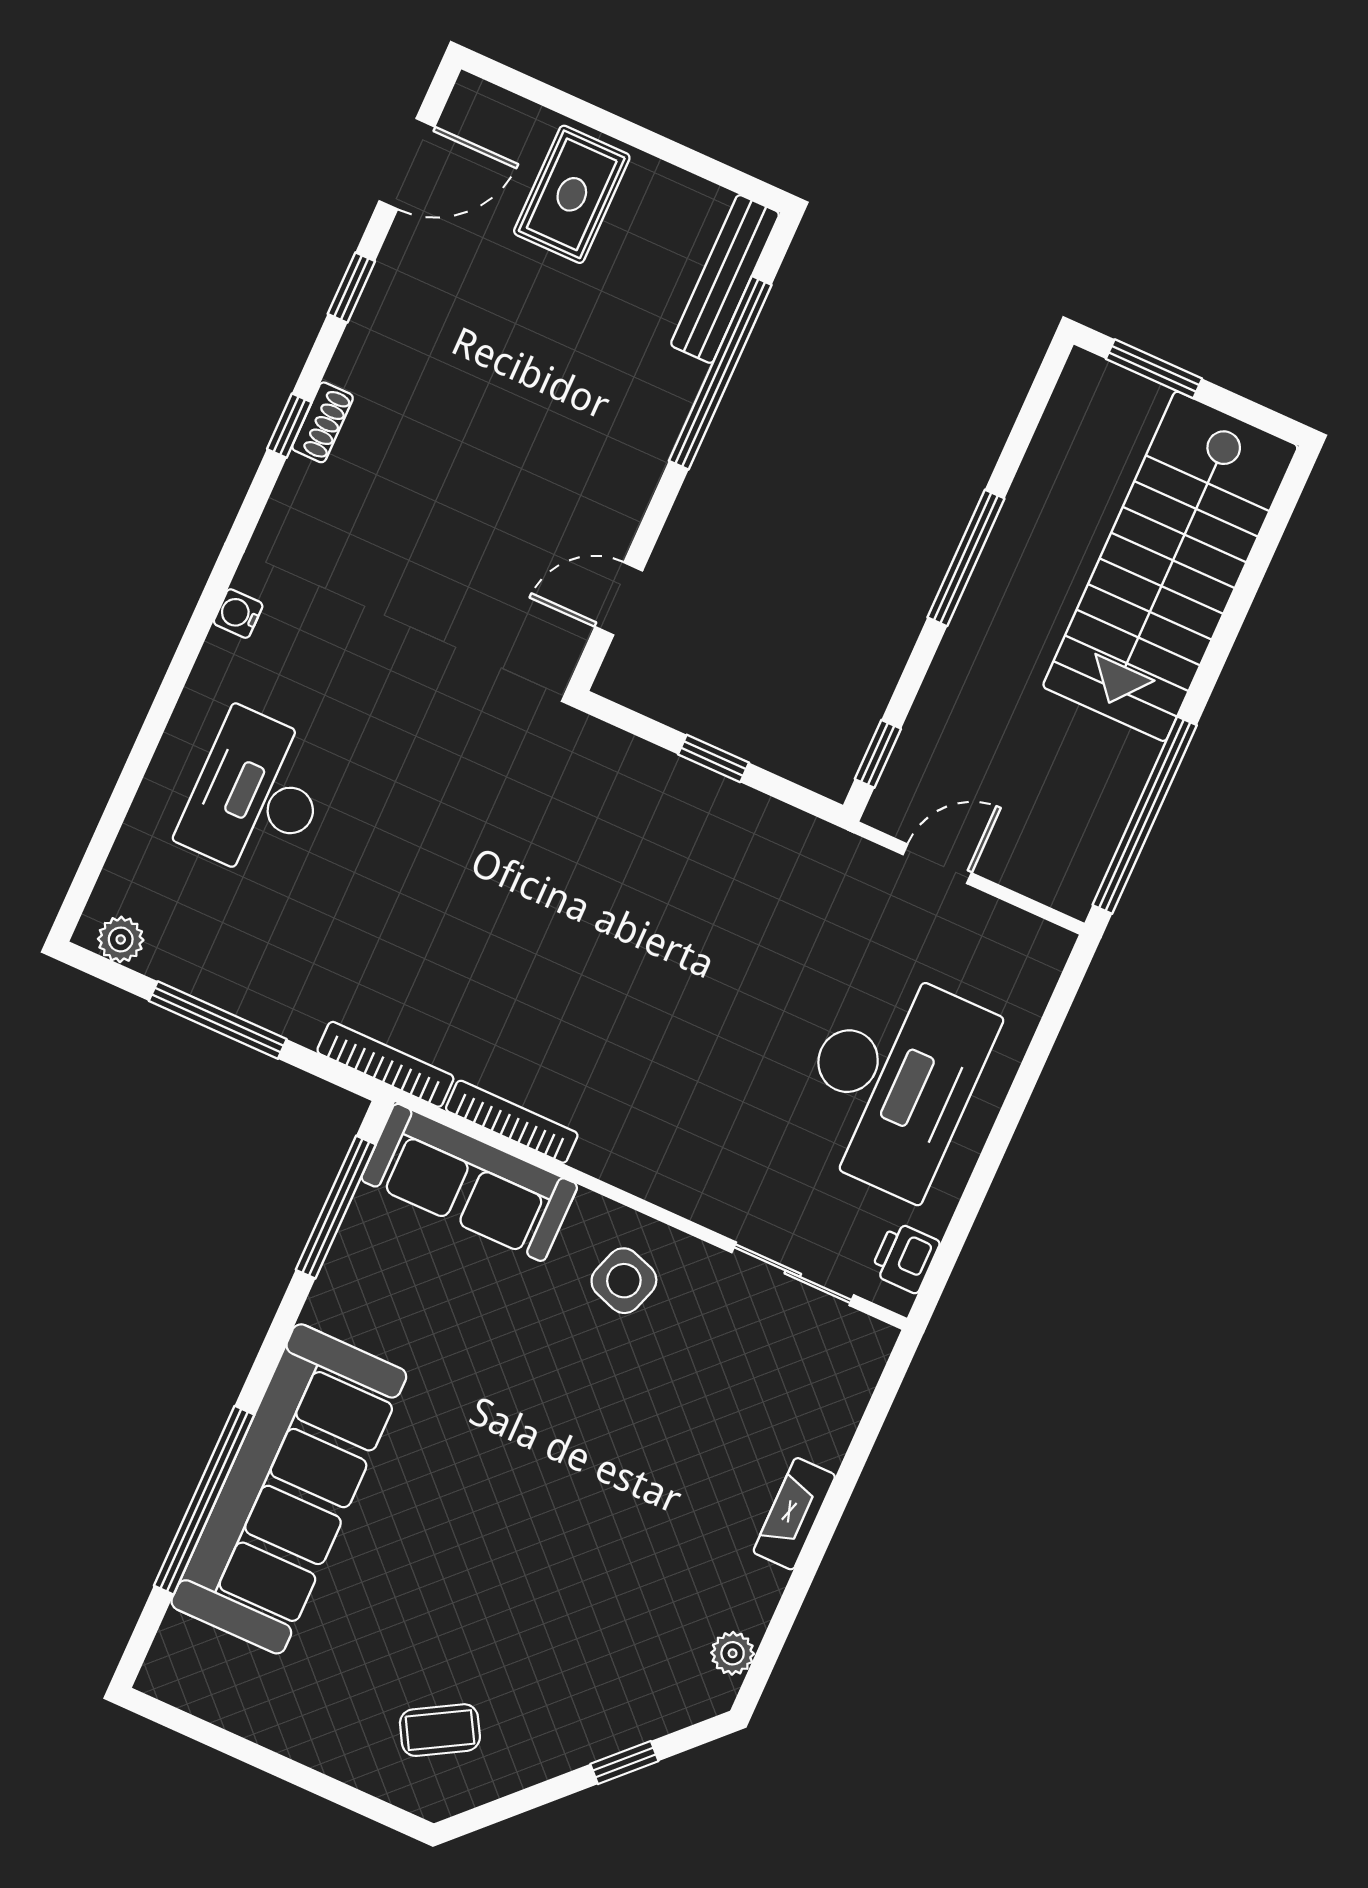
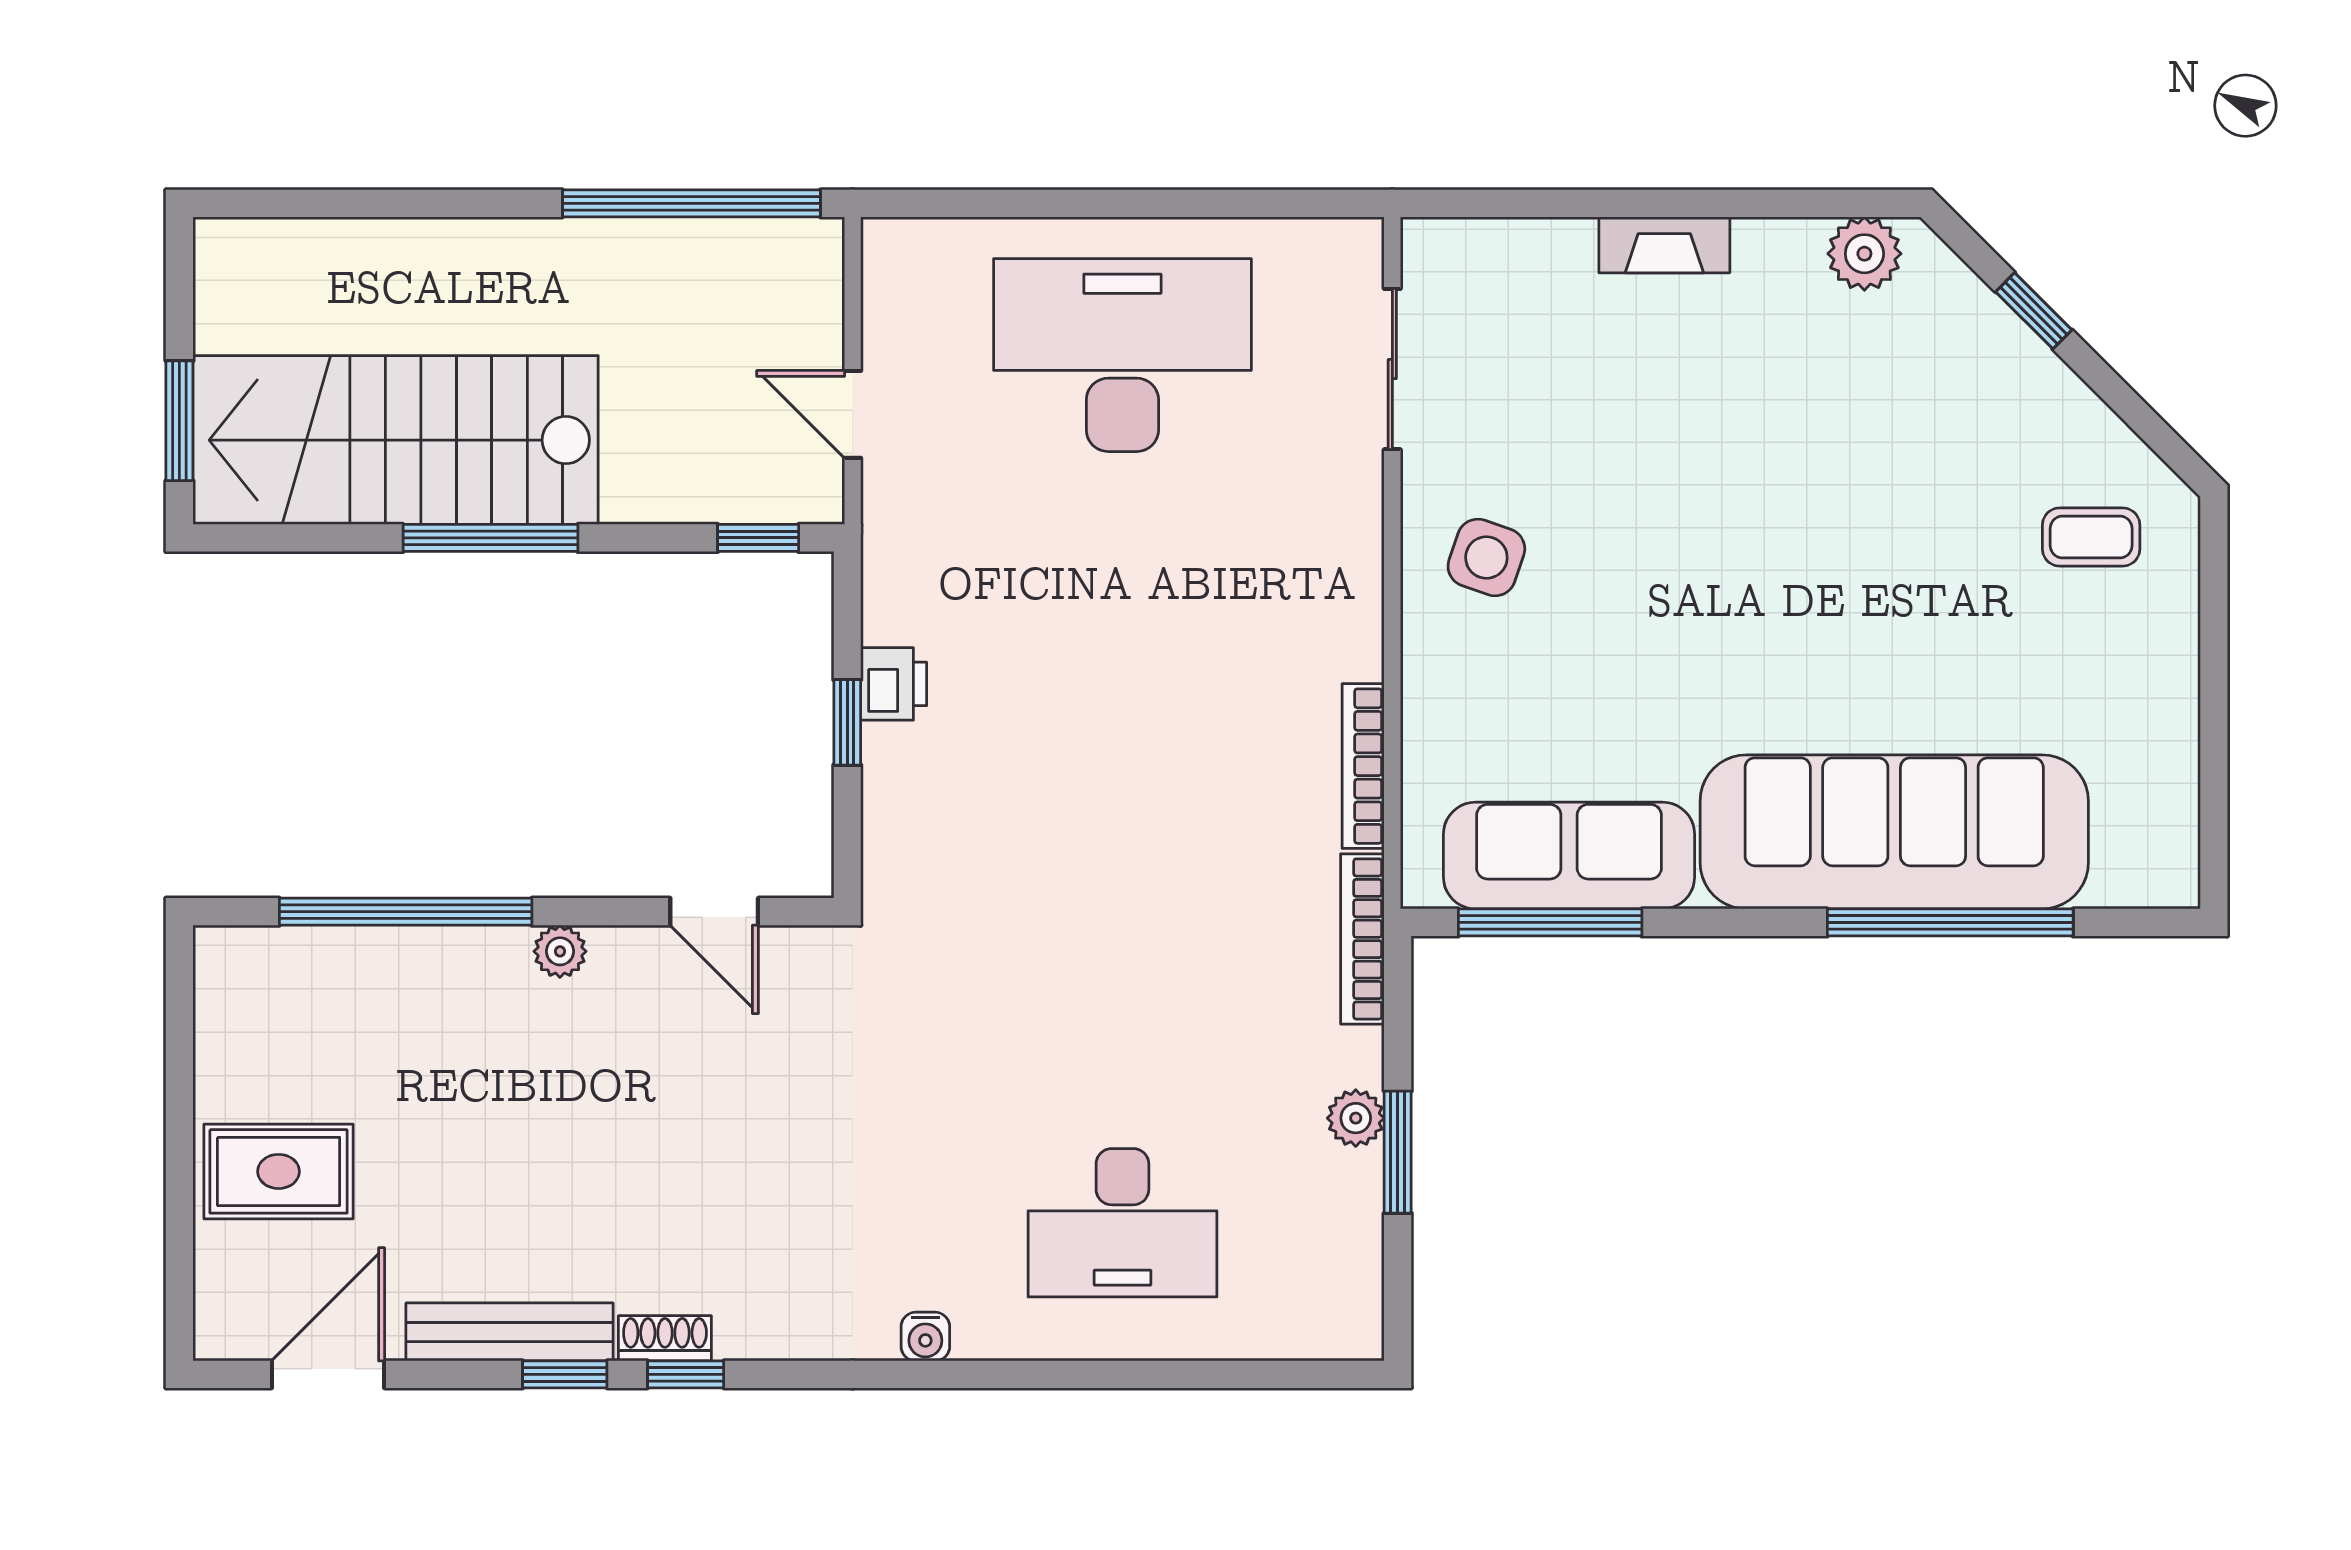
door: (407, 164) -> (328, 1374), hinge flipped
bench: (725, 279) -> (509, 1332), moved
window: (351, 288) -> (565, 1374), moved
plant: (640, 473) -> (560, 951), added
stairs: (1170, 566) -> (396, 440), moved, turned 180
plant: (121, 939) -> (1356, 1118), moved
window: (218, 1020) -> (1398, 1152), width x0.69
sofa: (469, 1182) -> (1569, 856), moved, turned -90
printer: (905, 1257) -> (894, 684), moved, turned -90
plant: (733, 1653) -> (1864, 254), width x1.38, depth x1.38
coffee table: (440, 1730) -> (2091, 537), turned -60

